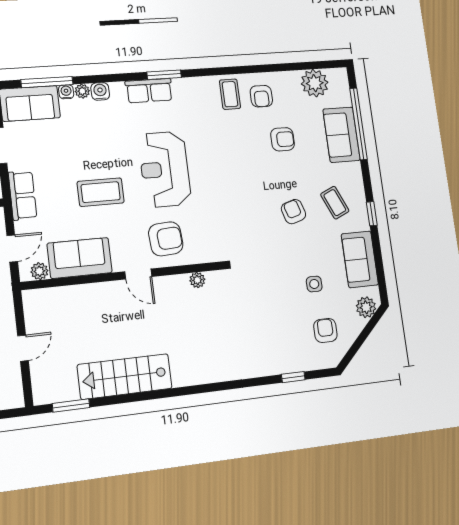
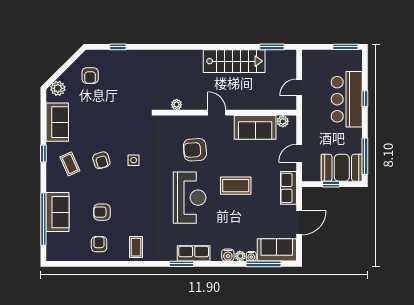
plant: (315, 83) -> (72, 251), removed
armchair: (261, 96) -> (99, 244), moved
sofa: (80, 258) -> (255, 127), moved
plant: (39, 271) -> (283, 121), moved
door: (138, 274) -> (217, 113), moved
wall: (124, 276) -> (227, 113), moved
plant: (197, 280) -> (177, 105), moved
side table: (314, 284) -> (134, 160), moved

